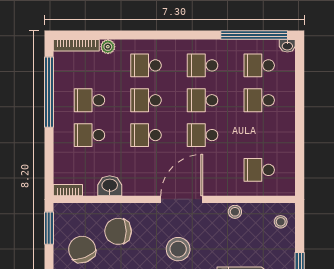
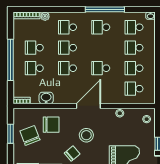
window: (254, 35) -> (105, 9), moved
window: (49, 92) -> (10, 60), moved
school desk: (203, 100) -> (134, 68), moved
window: (49, 228) -> (10, 134), moved
chair: (118, 231) -> (51, 125), turned 180

